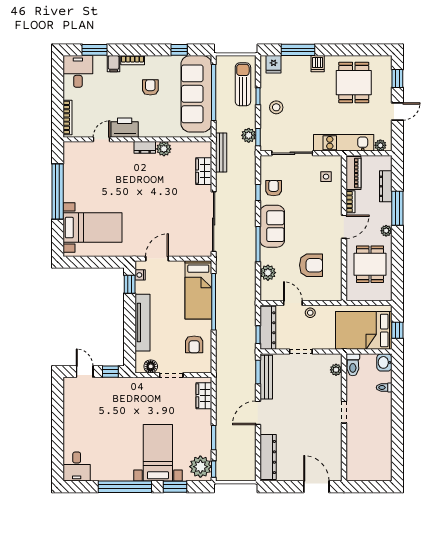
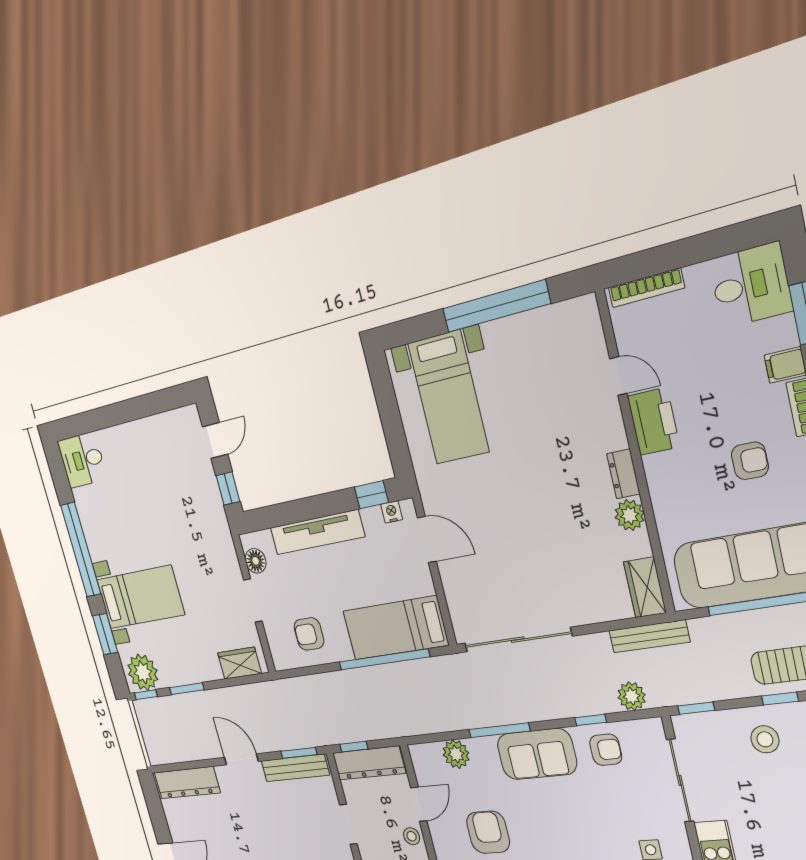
plant: (249, 135) -> (632, 696), moved
wardrobe: (204, 171) -> (645, 587), moved, turned -90
armchair: (311, 265) -> (488, 832), turned 180

